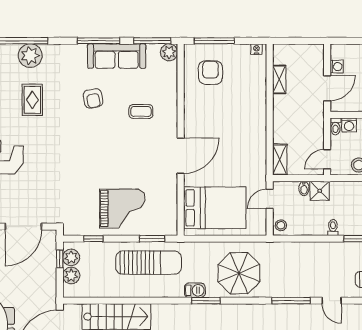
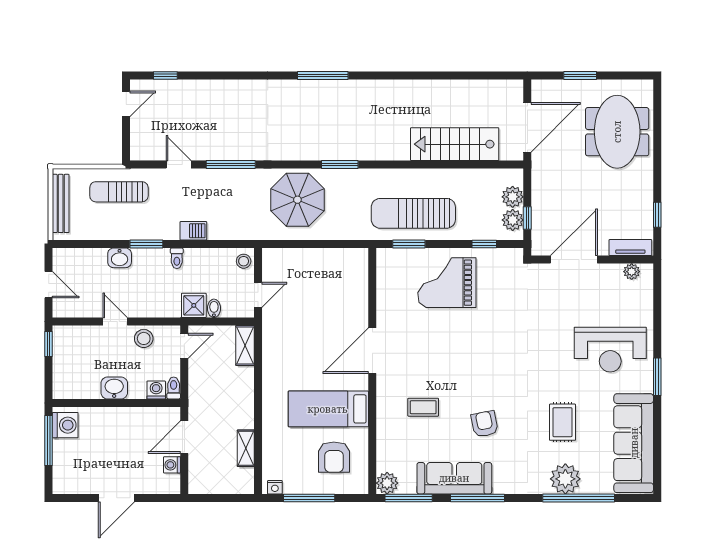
window: (214, 41) -> (309, 498), moved
bed: (215, 208) -> (328, 409), moved, width x0.67
barbecue: (195, 290) -> (193, 231), moved, turned 180

